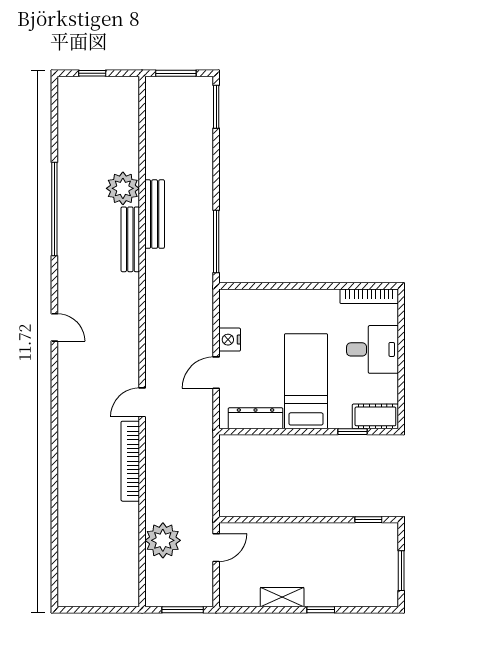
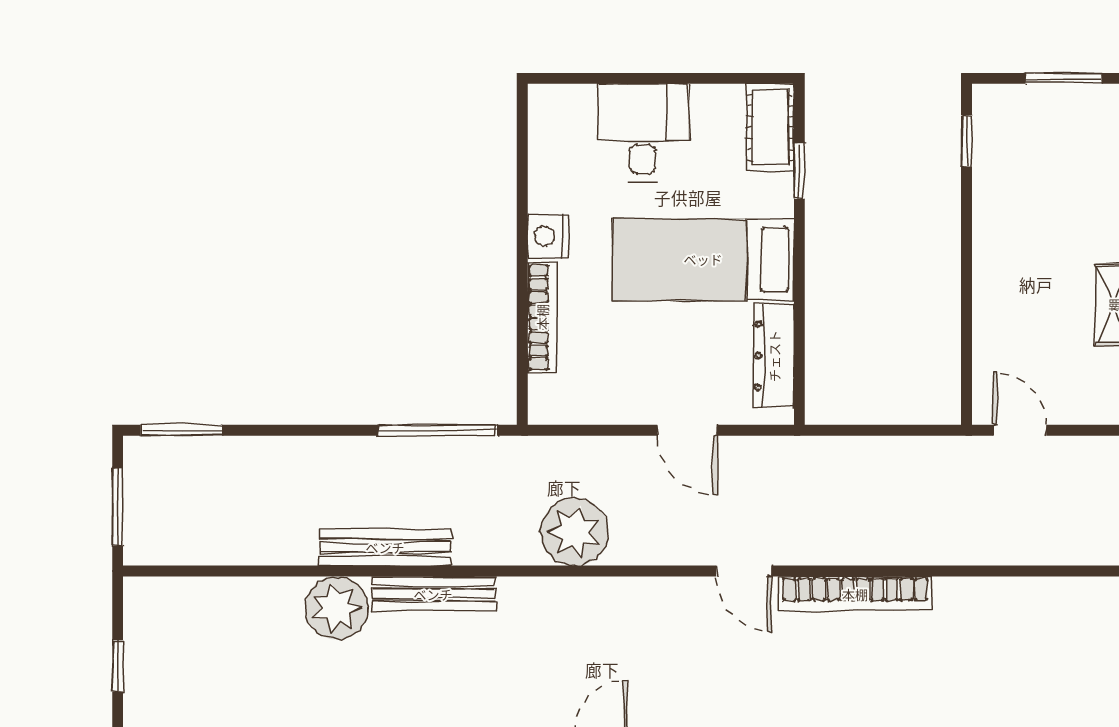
bookcase: (369, 296) -> (542, 317), moved
nightstand: (230, 340) -> (548, 236), moved, turned 90
plant: (163, 540) -> (575, 532), moved

